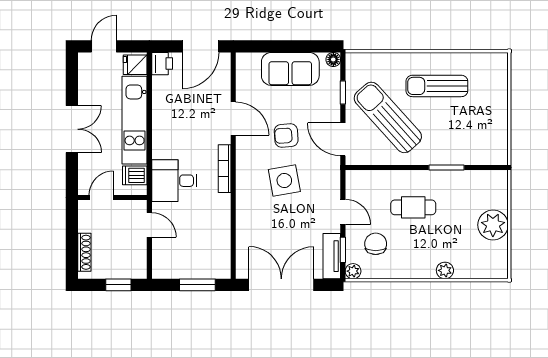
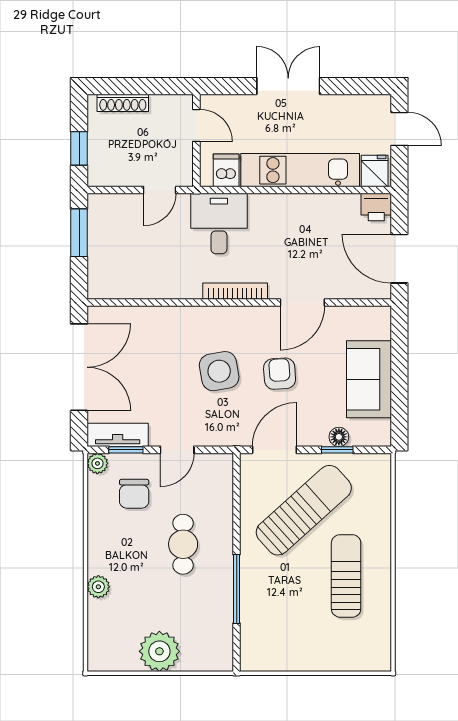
floor lamp: (333, 59) -> (339, 437), moved
double door: (72, 129) -> (288, 86), swing flipped
window: (446, 168) -> (237, 589), width x1.44
chair: (376, 244) -> (134, 494), turned 90
window: (197, 285) -> (79, 233), moved

